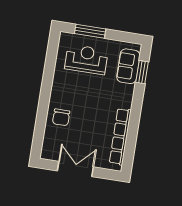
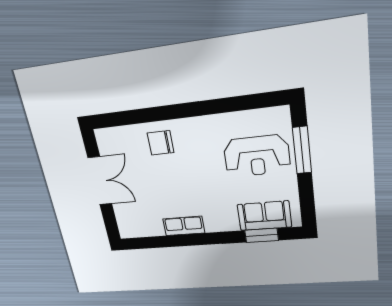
reception desk: (86, 59) -> (257, 156), turned 90
row of seats: (120, 137) -> (184, 226), width x0.50

